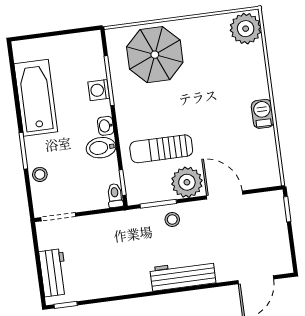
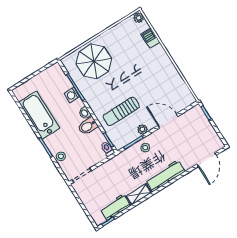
plant: (246, 29) -> (139, 18), width x0.53, depth x0.53
barbecue: (262, 114) -> (150, 38), moved
plant: (187, 182) -> (143, 129), width x0.53, depth x0.53
workbench: (53, 273) -> (115, 207), moved, turned -90
shelving: (130, 285) -> (139, 194), added

